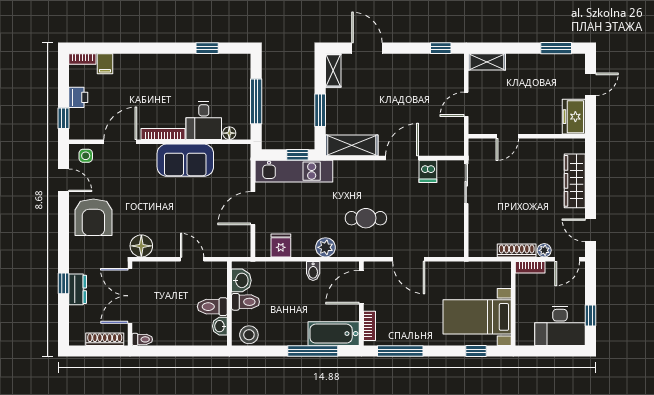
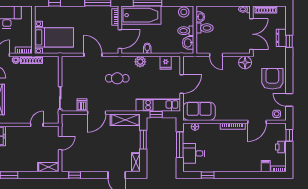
desk: (204, 121) -> (194, 153), moved, turned -90
sofa: (185, 160) -> (199, 111), moved
bed with nightstands: (477, 317) -> (54, 37), moved
bathtub: (334, 334) -> (141, 15), width x1.36, depth x1.36

